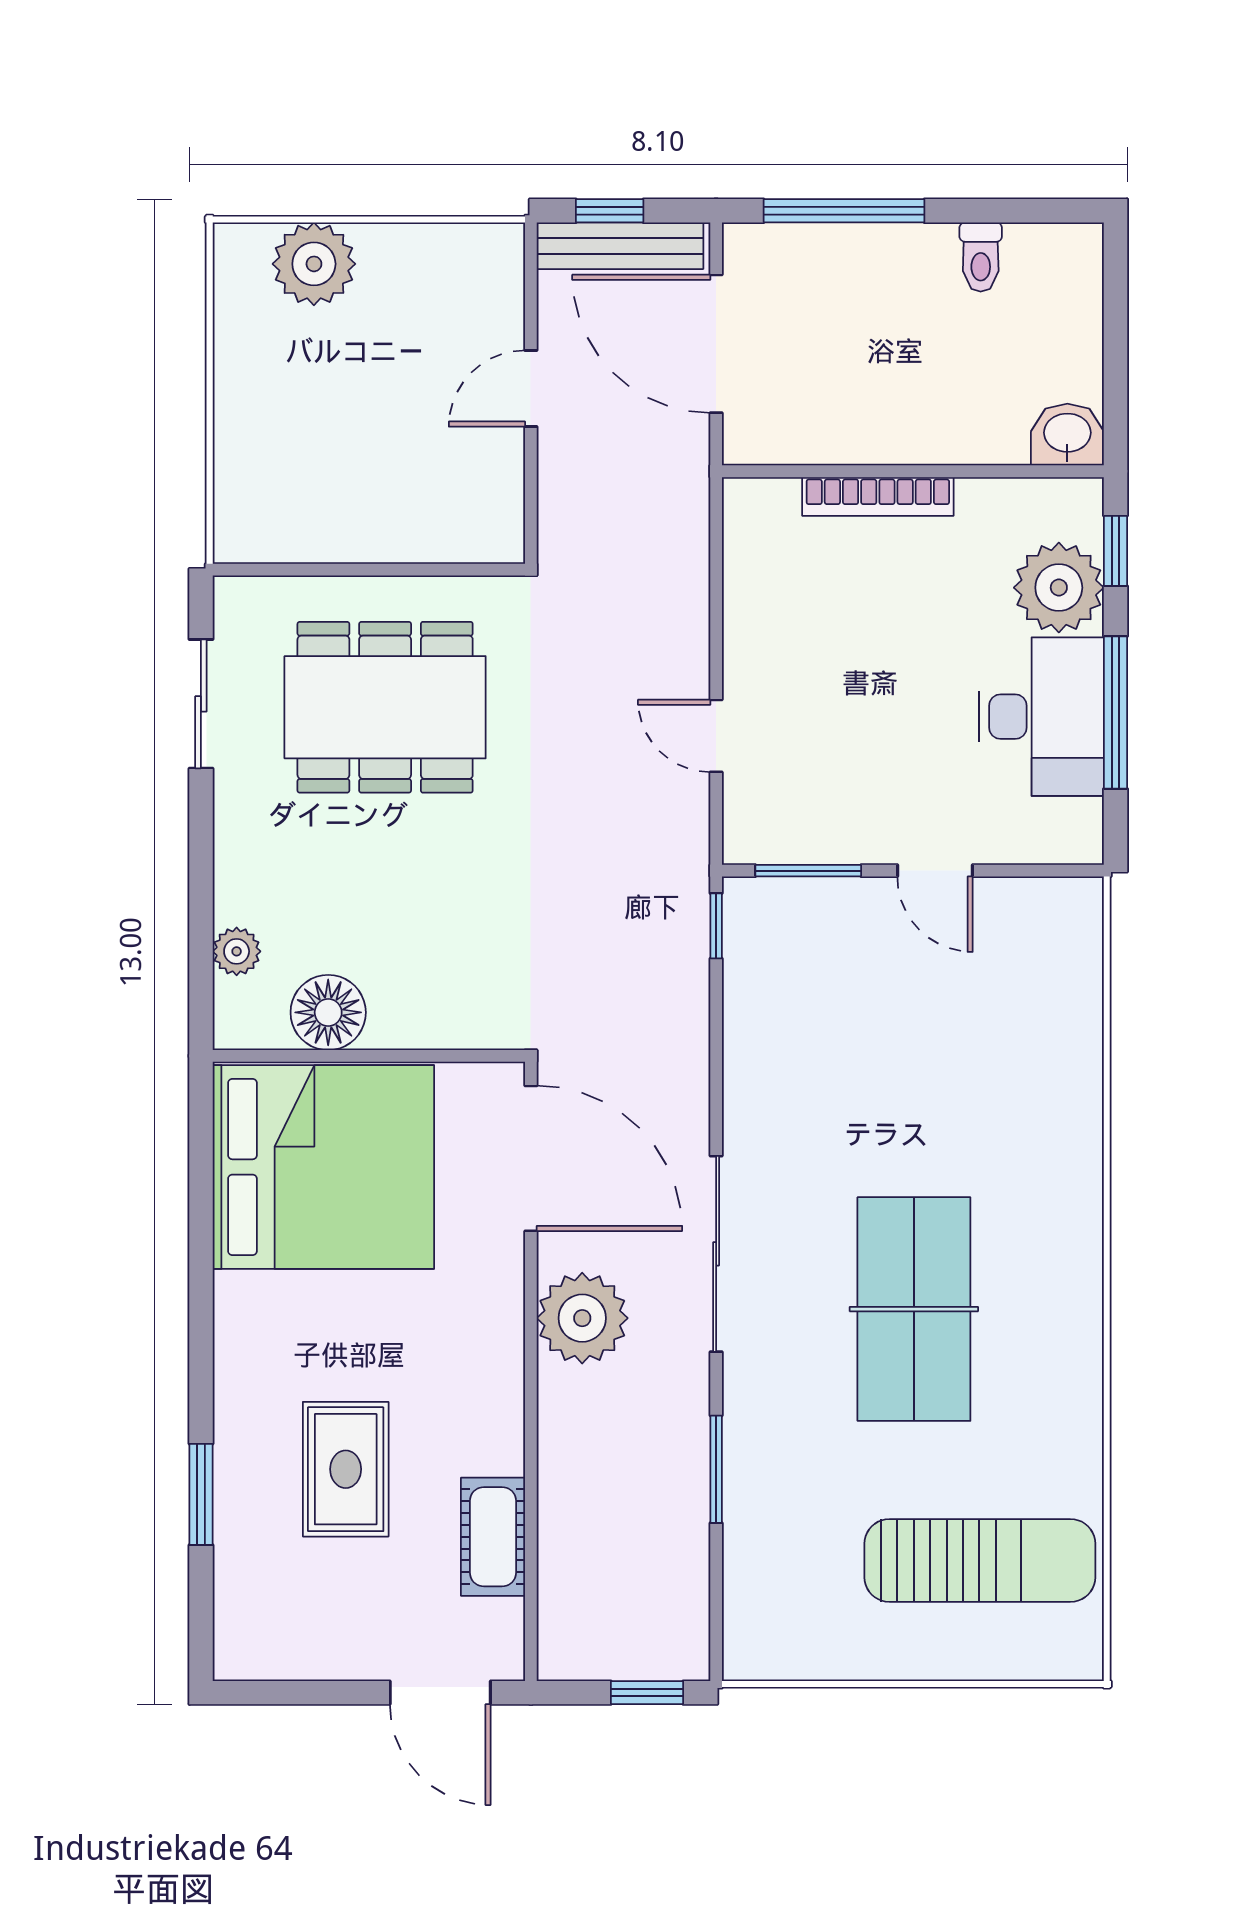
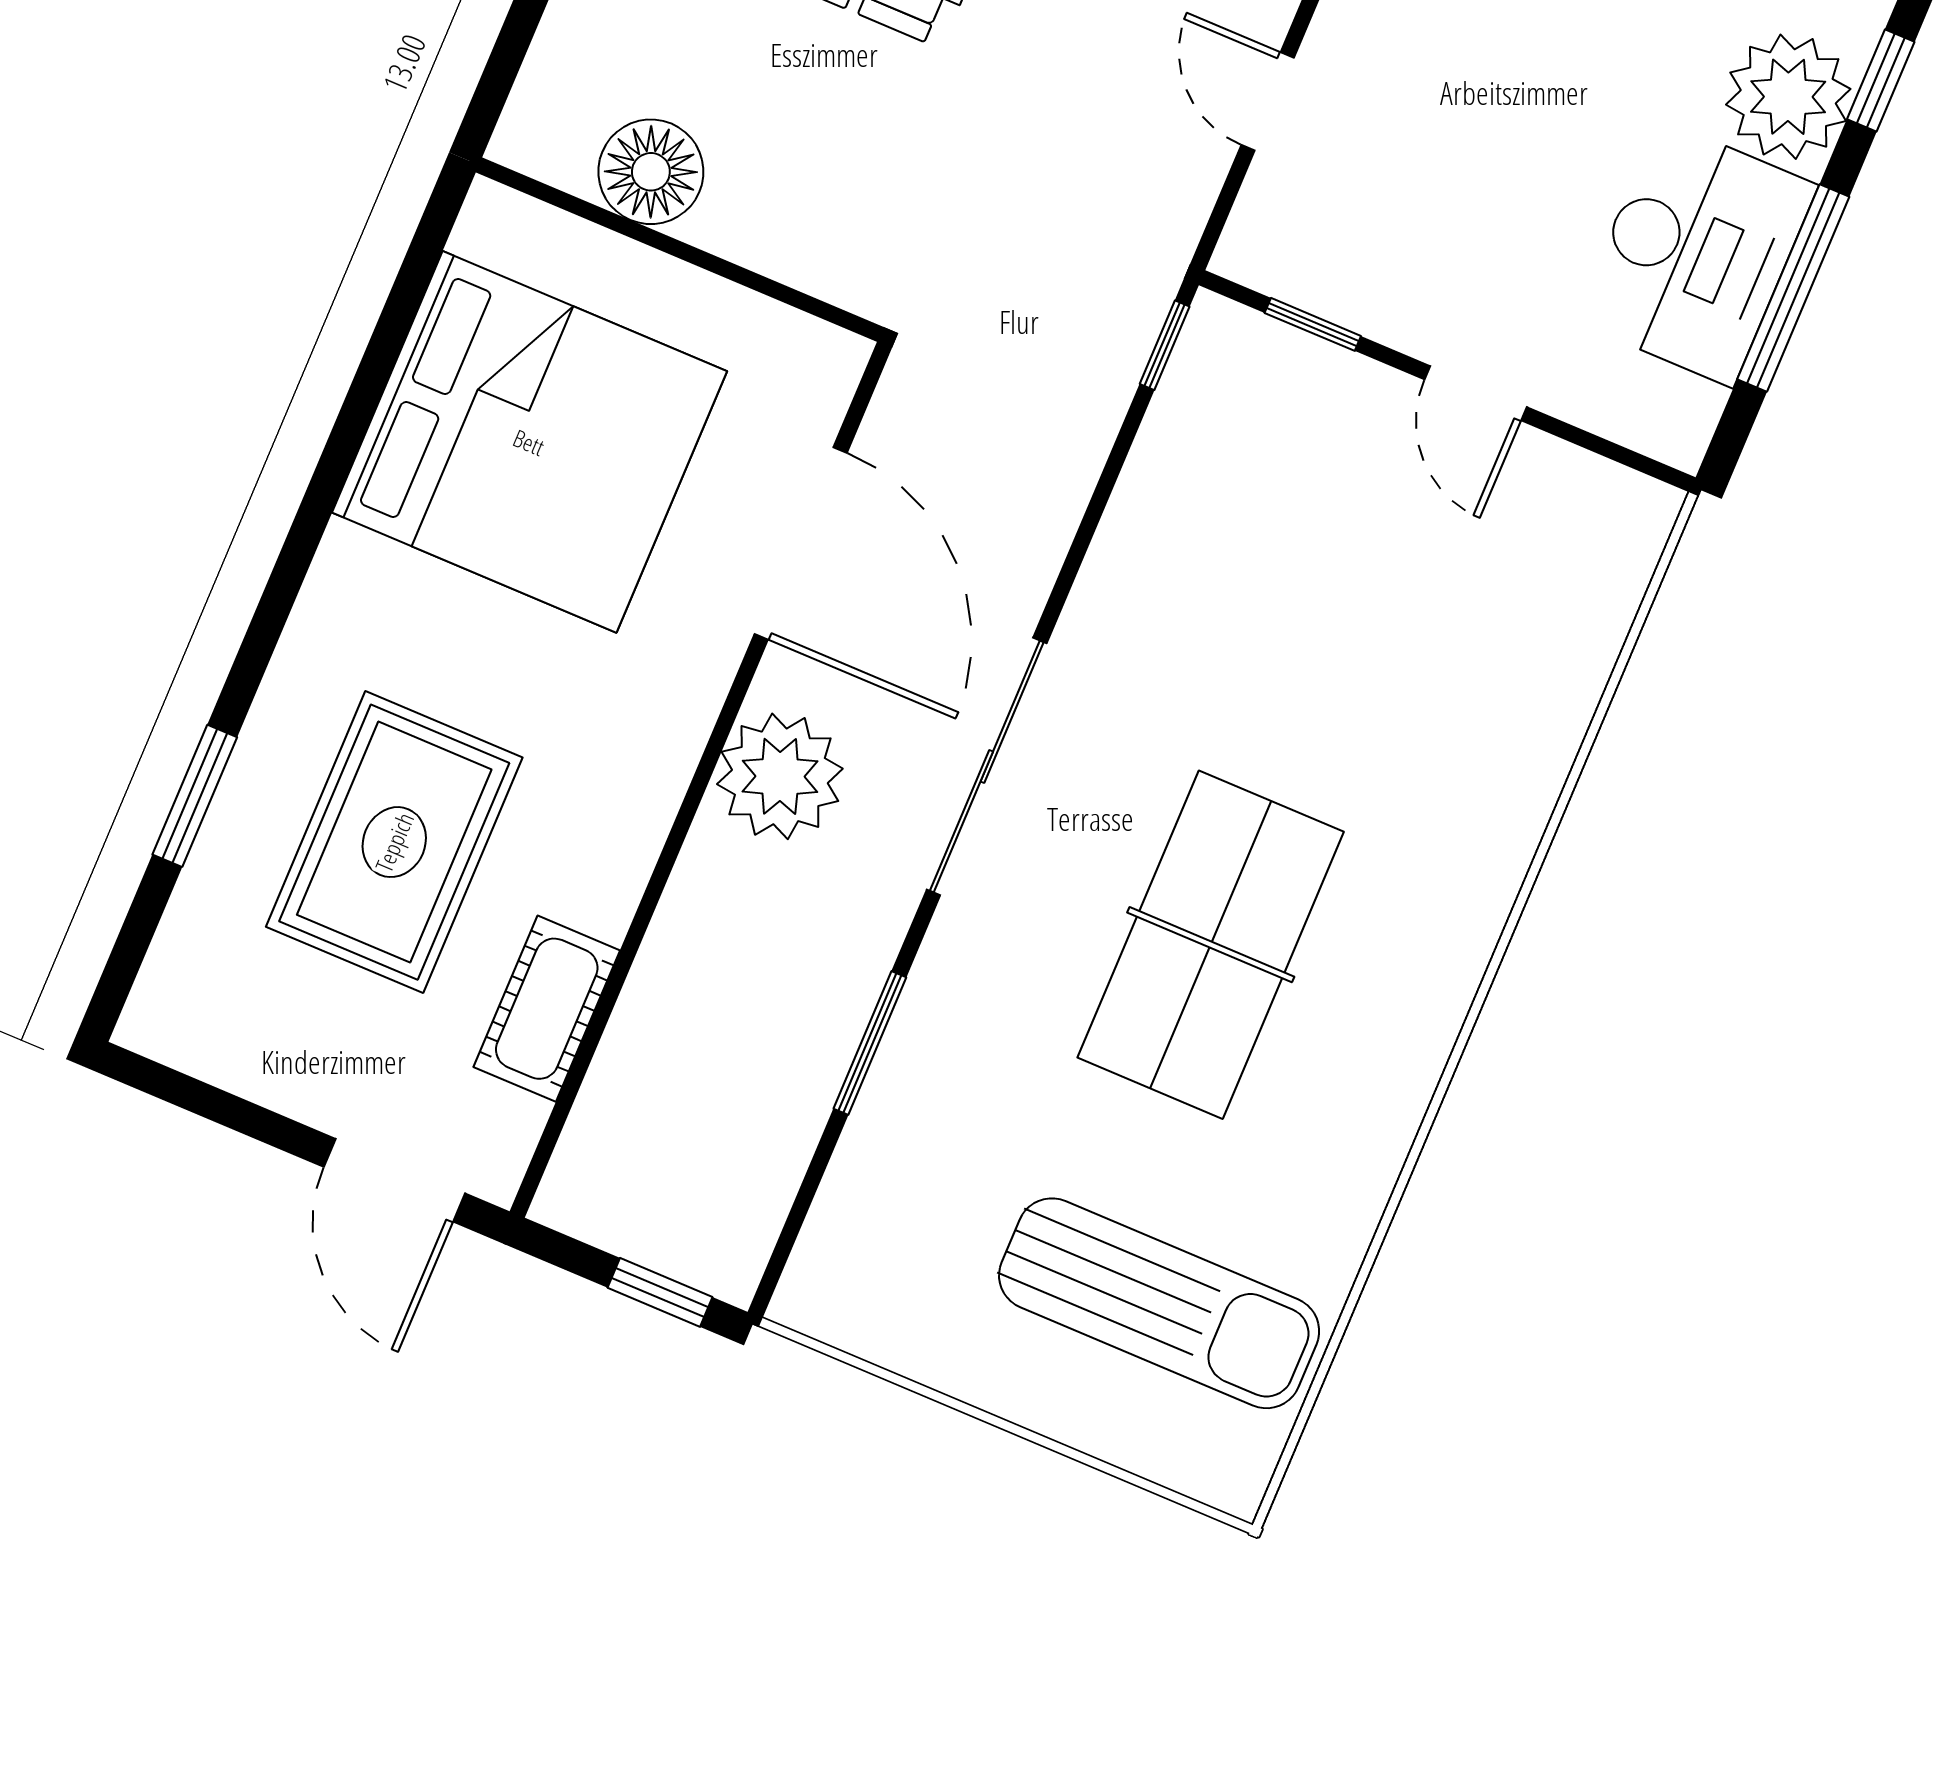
window: (808, 871) -> (1313, 324), width x0.67
plant: (237, 951) -> (535, 118), removed
floor lamp: (328, 1012) -> (651, 172), moved
wall: (369, 1056) -> (680, 250), moved
rug: (346, 1469) -> (394, 842), width x1.36, depth x1.43

